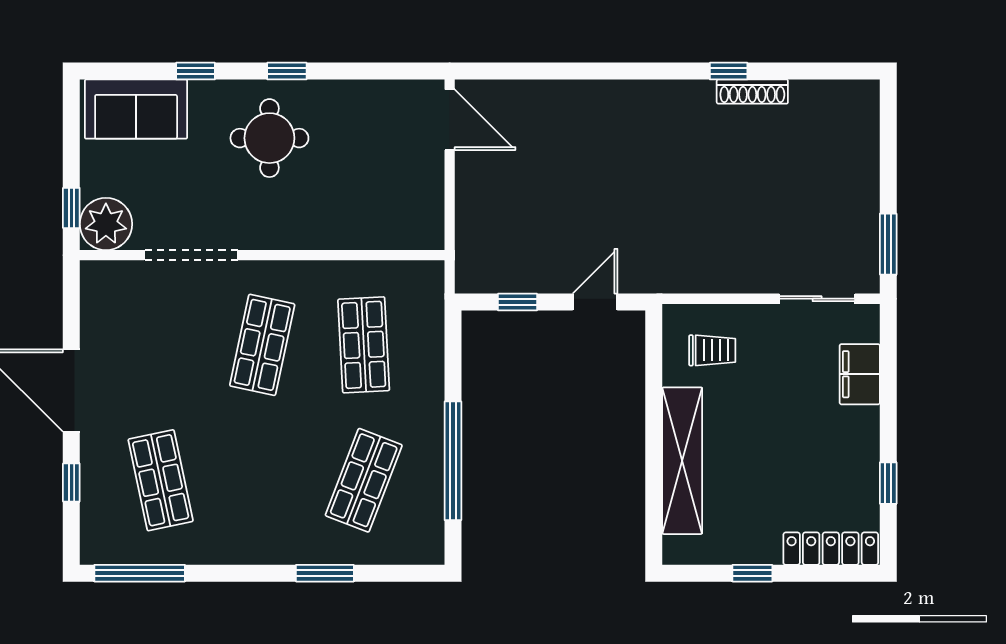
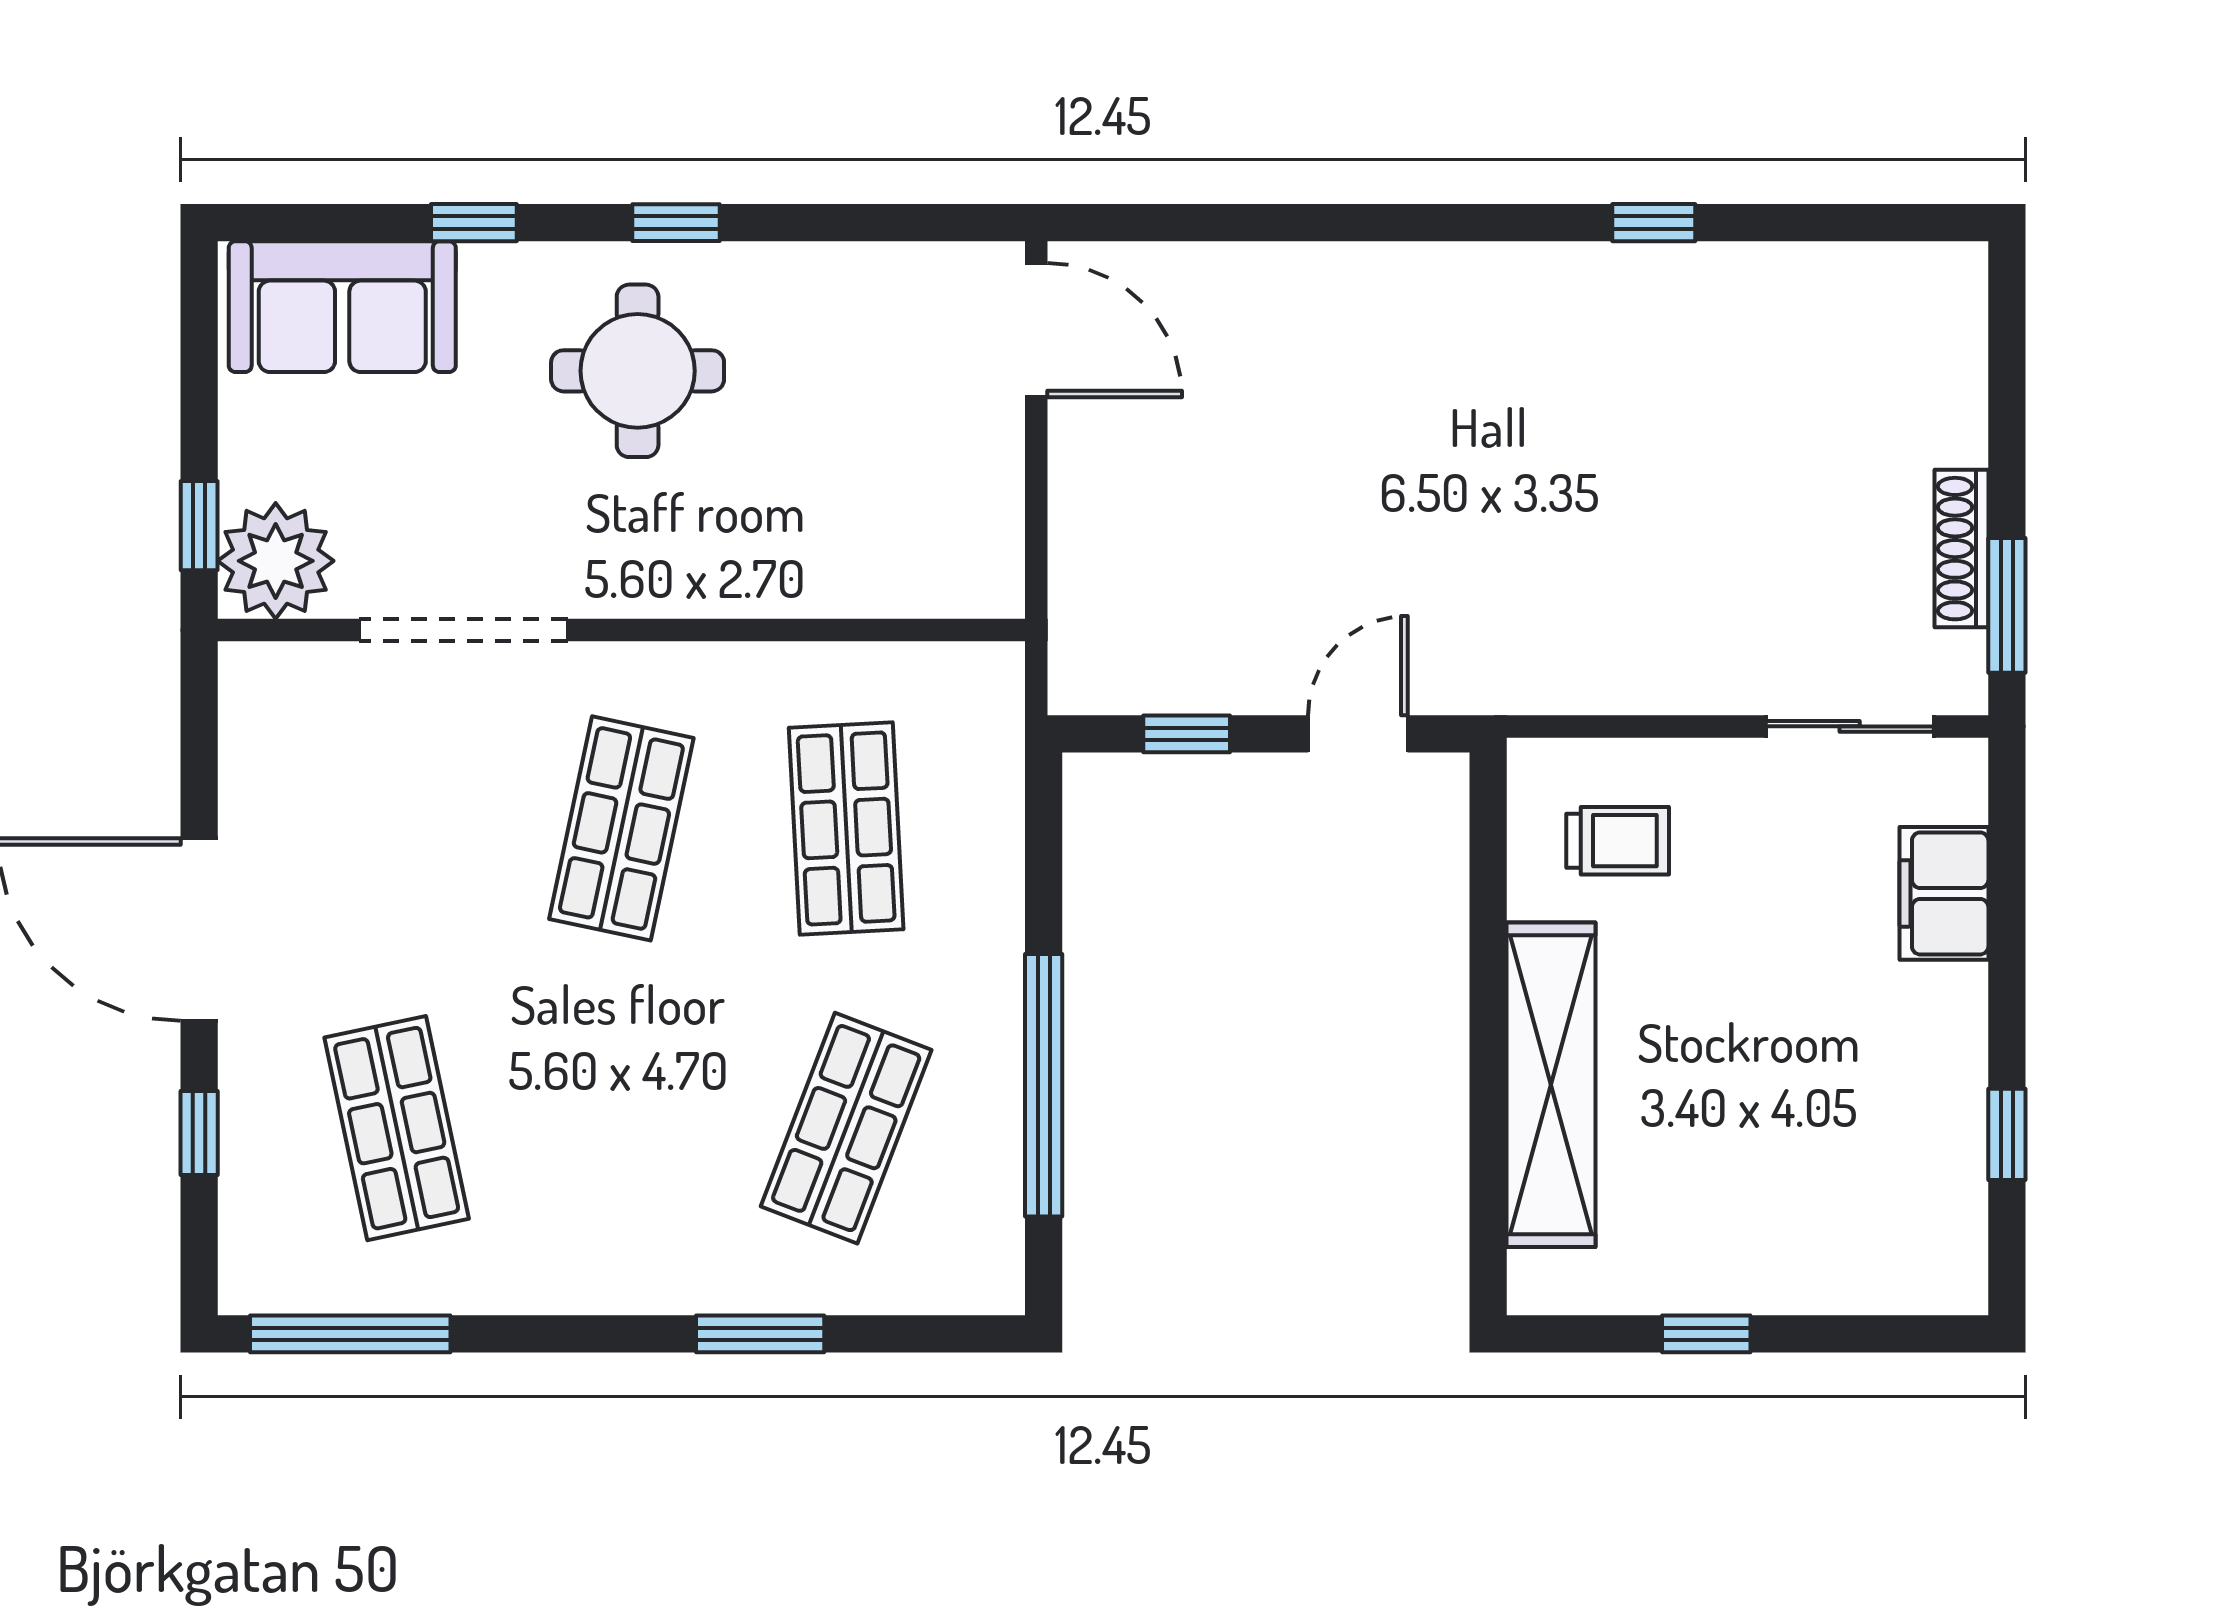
shoe rack: (752, 92) -> (1961, 549), moved, turned 90
locker: (831, 549) -> (1880, 1279), removed

